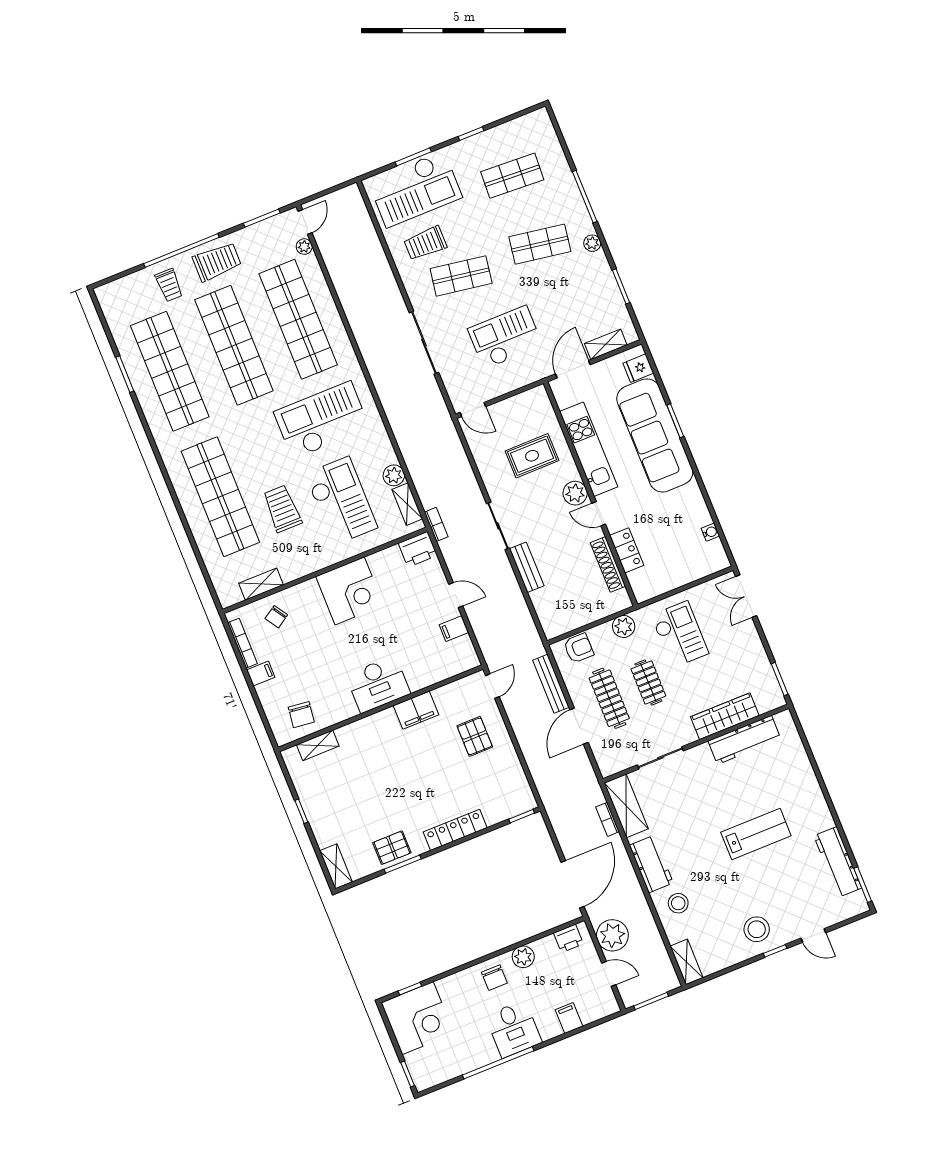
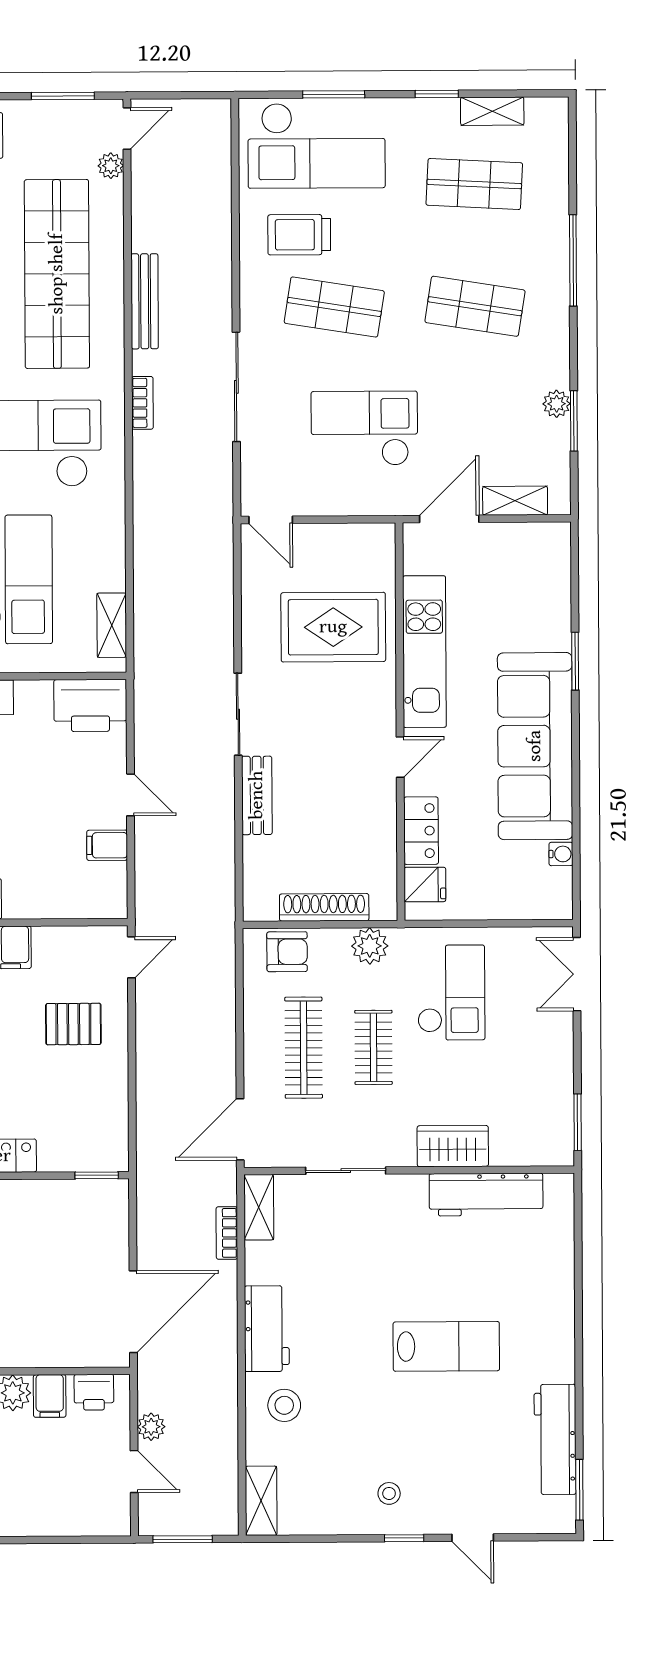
shelving: (506, 131) -> (492, 111), added
plant: (592, 243) -> (557, 404), moved
fridge: (638, 368) -> (425, 884), moved, turned 180
sofa: (655, 435) -> (535, 746), moved
rug: (532, 456) -> (333, 627), width x1.36, depth x1.43
plant: (394, 475) -> (108, 573), removed
plant: (575, 493) -> (377, 711), removed
door: (599, 514) -> (400, 757), swing flipped
bookcase: (436, 524) -> (142, 403), moved
printer: (418, 549) -> (90, 705), width x1.37, depth x1.19
shoe rack: (608, 564) -> (324, 907), moved, turned 90
bench: (551, 684) -> (145, 301), moved
wardrobe: (725, 716) -> (453, 1146), width x0.67
door: (579, 726) -> (240, 1129), moved
pallet: (475, 736) -> (73, 1024), turned 90
shelving: (626, 806) -> (259, 1207), width x0.67, depth x0.75
stool: (757, 929) -> (389, 1493), width x0.53, depth x0.53
plant: (612, 935) -> (151, 1427), width x0.53, depth x0.53
filing cabinet: (569, 1018) -> (50, 1396), moved, turned 180

